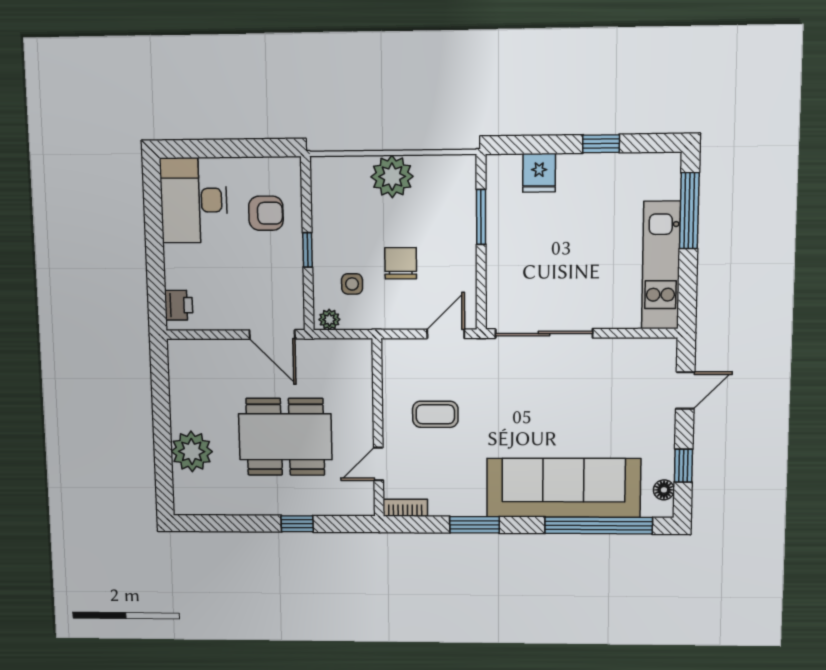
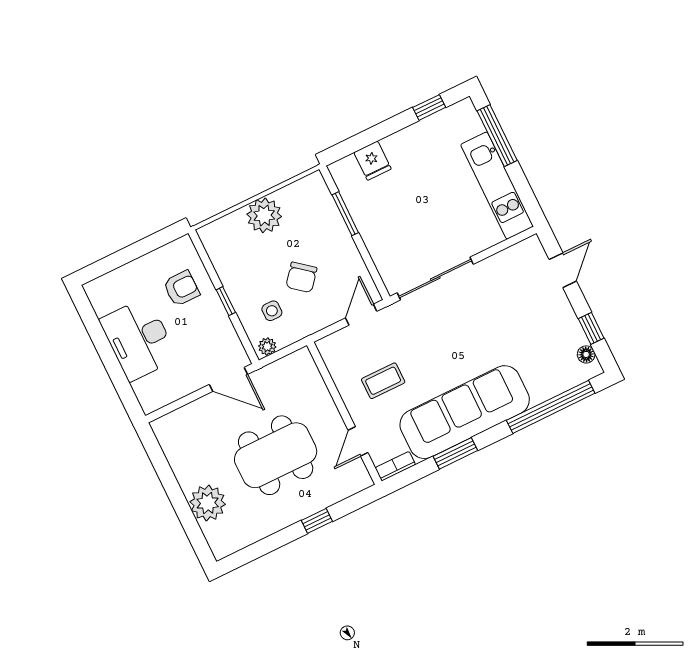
window: (601, 144) -> (429, 107), moved
desk: (194, 200) -> (139, 339), moved
chair: (401, 263) -> (301, 277), turned -141
printer: (179, 305) -> (146, 391), removed
sofa: (563, 488) -> (465, 412), moved

